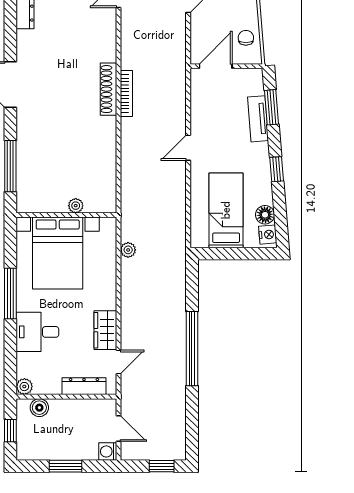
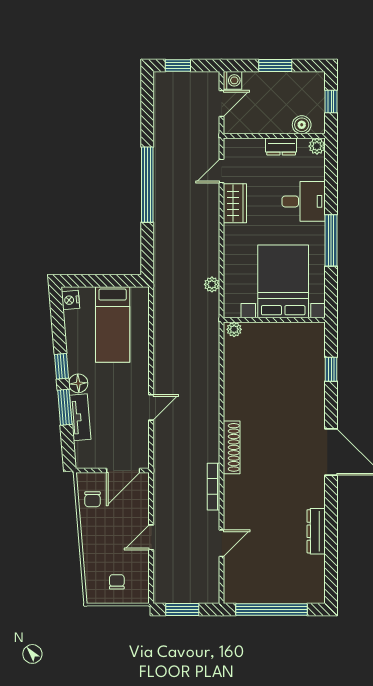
bookcase: (126, 94) -> (214, 487), moved
window: (272, 107) -> (65, 407), moved
door: (188, 148) -> (151, 407), moved
window: (10, 166) -> (331, 369), width x0.46
plant: (76, 206) -> (234, 329), moved
floor lamp: (265, 215) -> (78, 383), moved
dresser: (84, 386) -> (281, 147), moved, width x0.70
door: (119, 429) -> (221, 104), swing flipped

